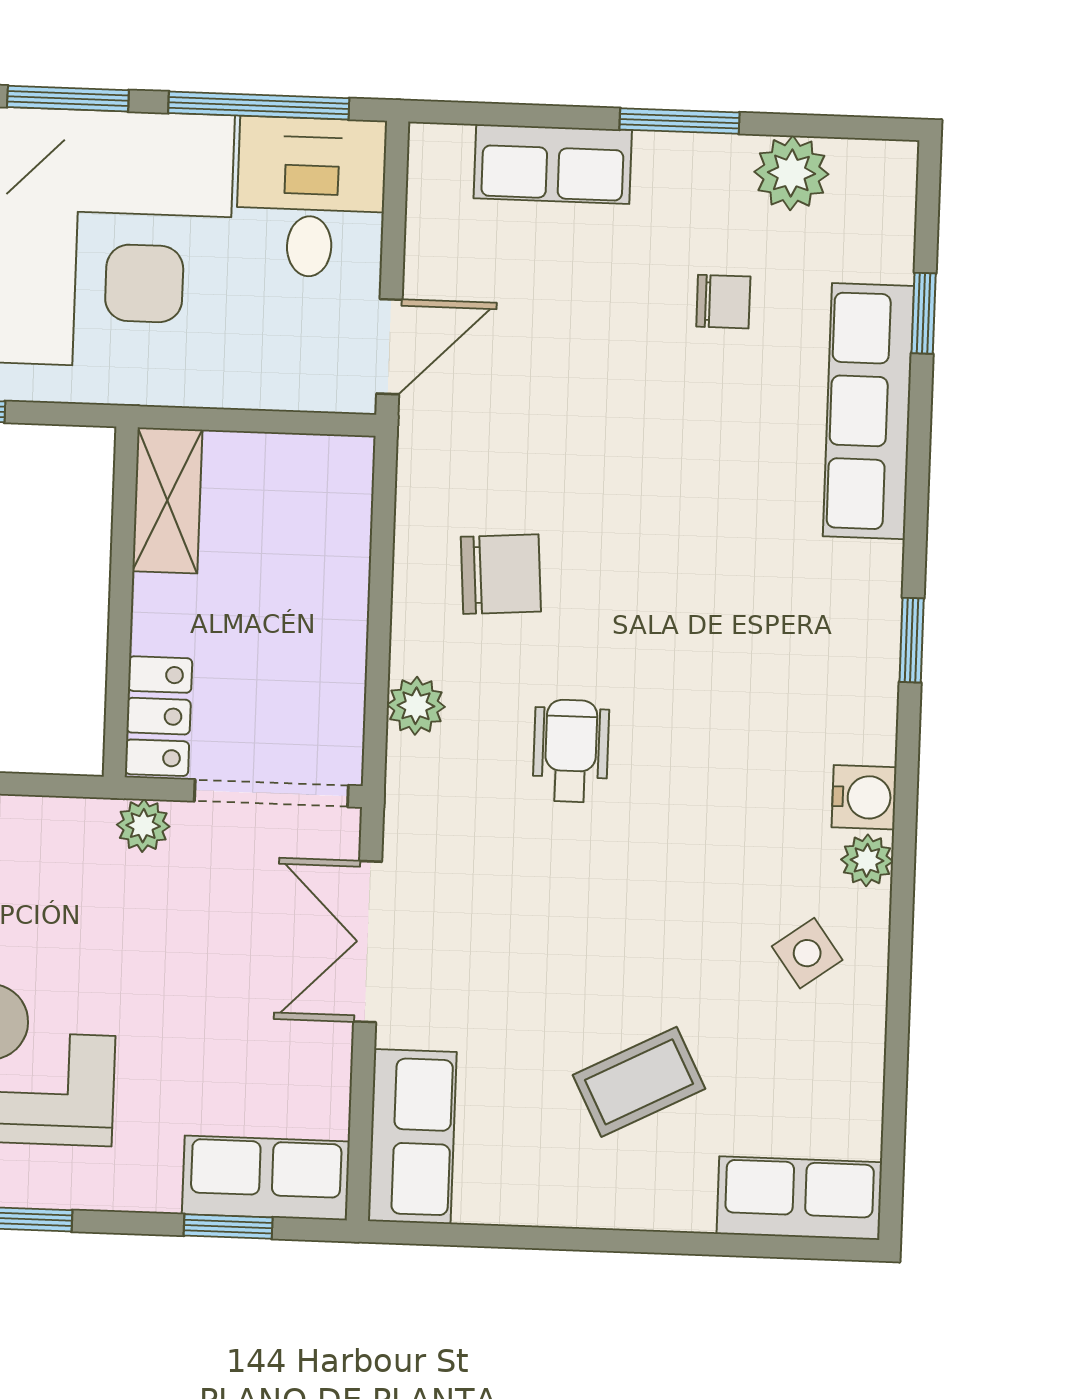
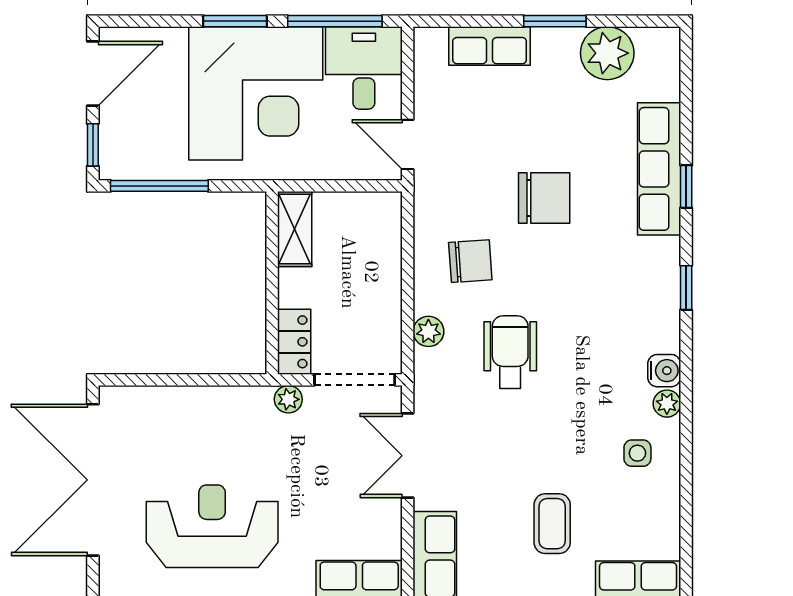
plant: (791, 173) -> (607, 53), width x1.36, depth x1.36
chair: (723, 302) -> (544, 198), moved, width x1.87, depth x1.87
window: (924, 313) -> (686, 187), moved
door: (389, 347) -> (408, 144), swing flipped
wheelchair: (571, 751) -> (510, 352), width x1.36, depth x1.37
side table: (807, 953) -> (637, 453), turned 36
coffee table: (639, 1082) -> (552, 524), turned -63

